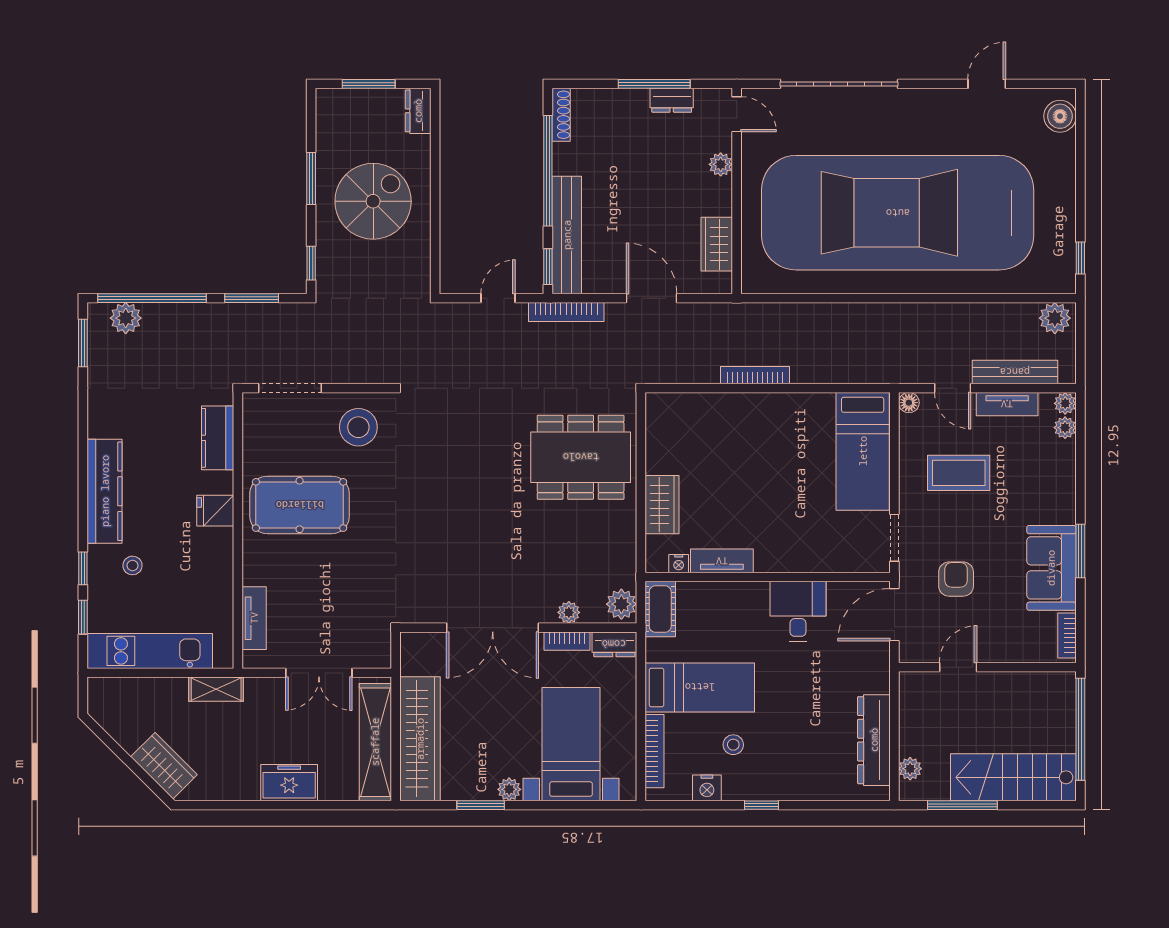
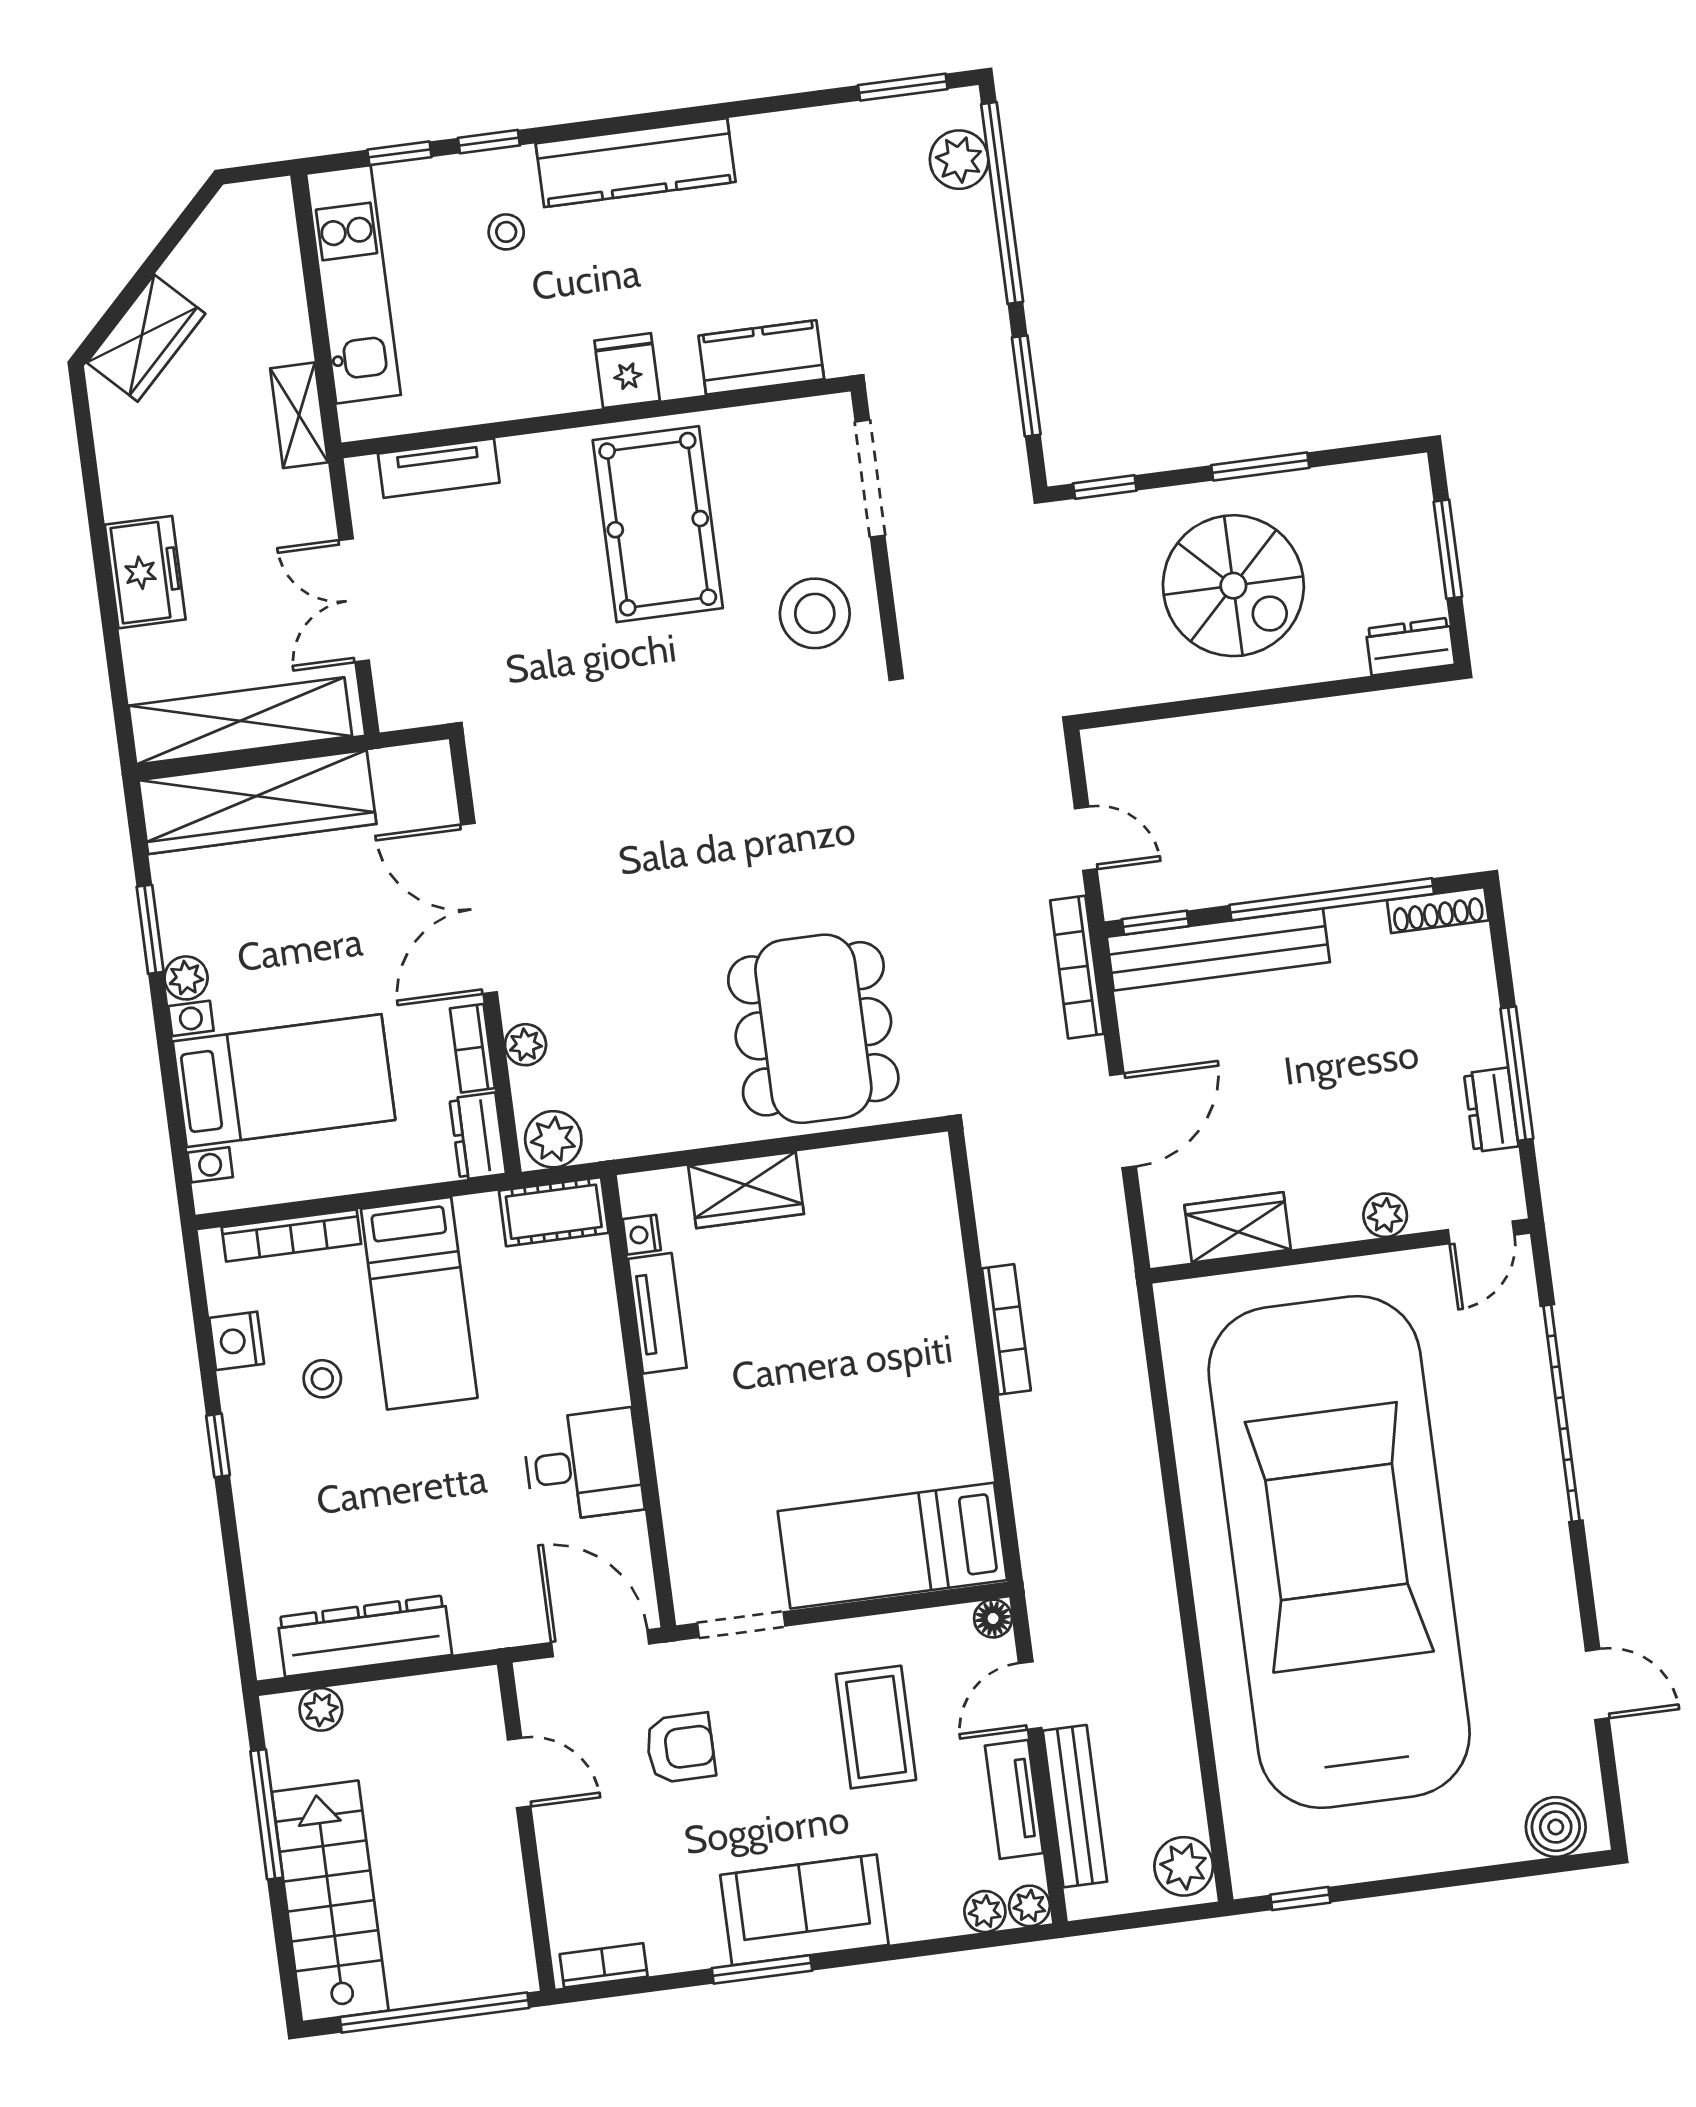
sofa: (1051, 568) -> (804, 1910), moved

